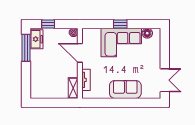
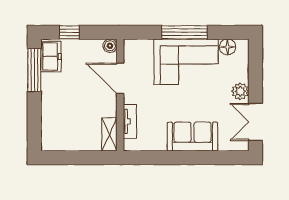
window: (120, 24) -> (184, 32), width x2.17
plant: (155, 61) -> (240, 91), added
double door: (165, 80) -> (255, 122), swing flipped

